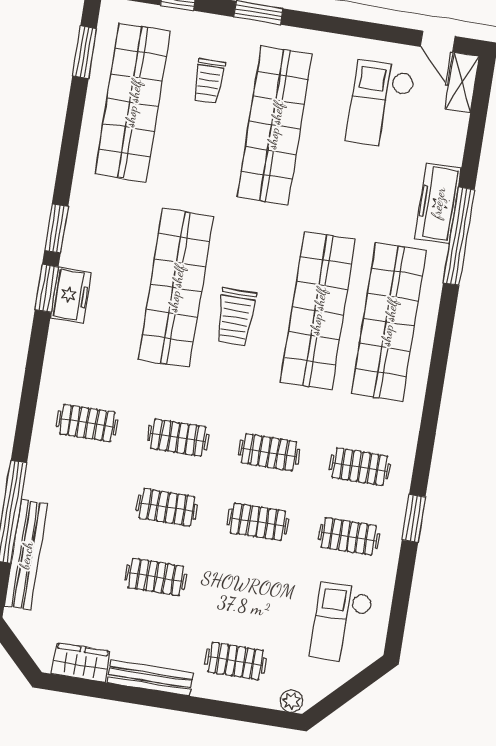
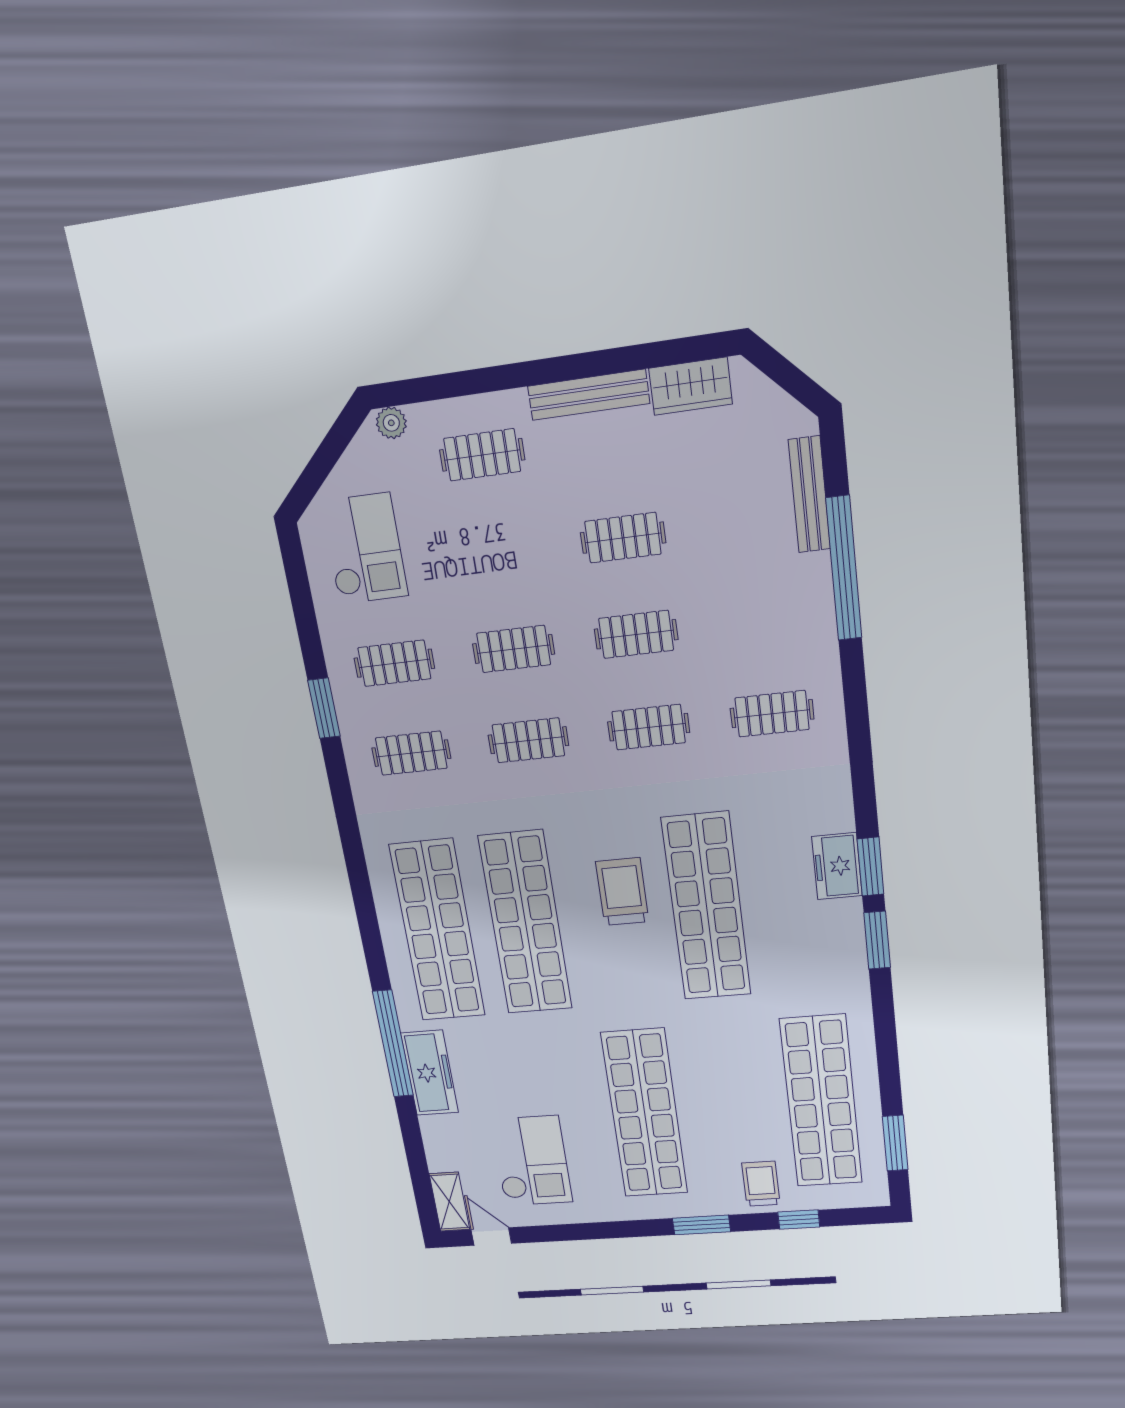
trolley: (209, 81) -> (761, 1184), moved
bench: (26, 555) -> (809, 495), width x0.73, depth x0.82

